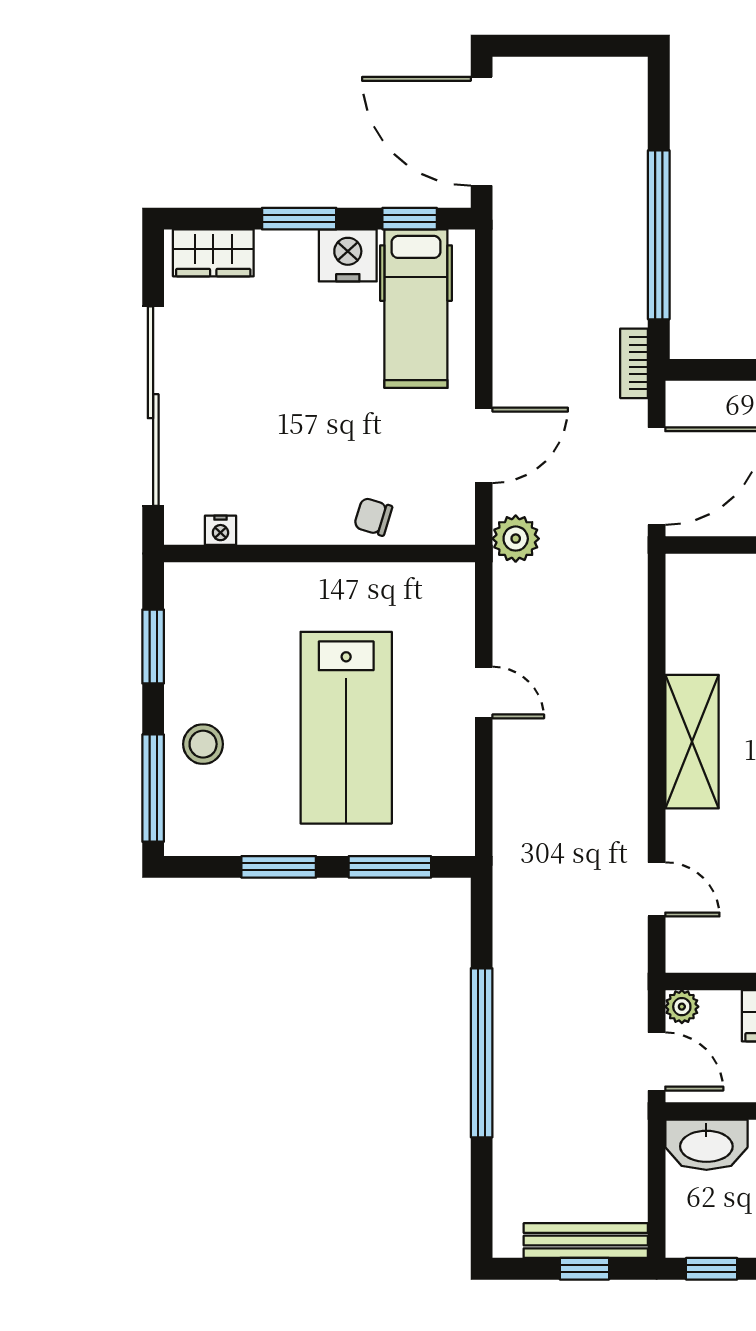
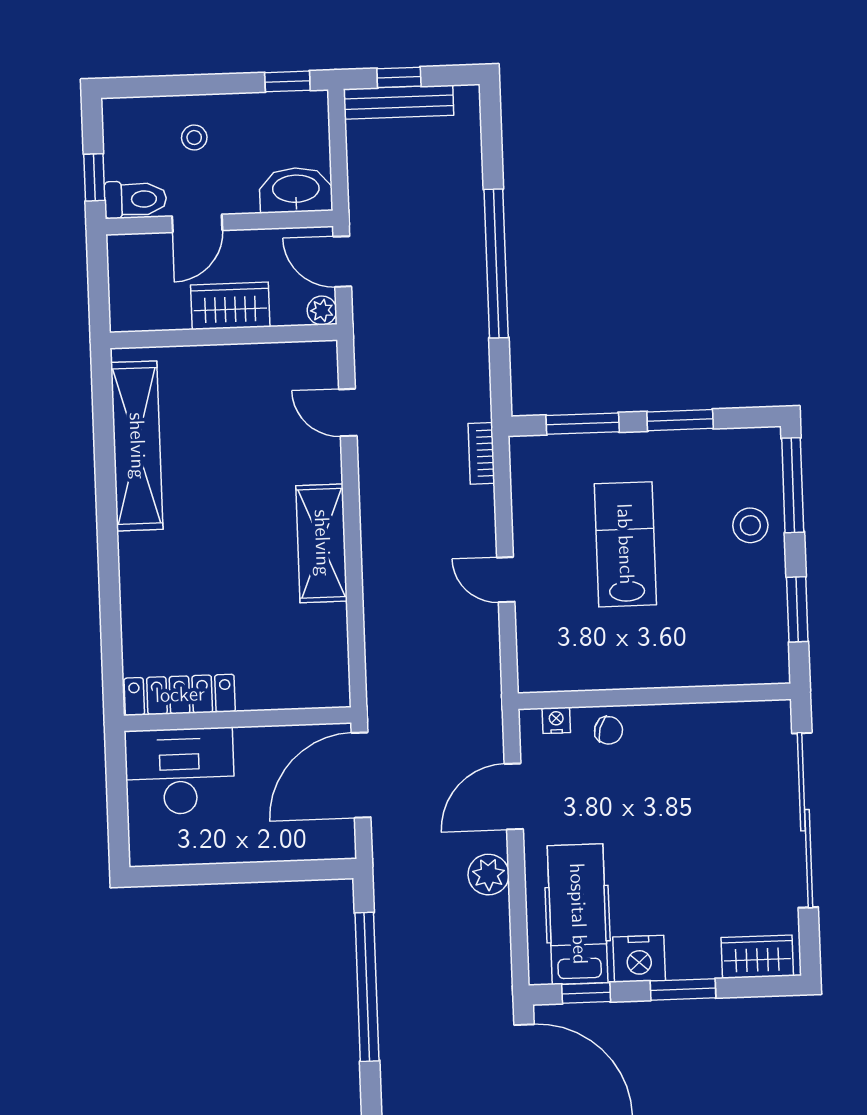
bookcase: (634, 363) -> (481, 453), moved, turned 180
nightstand: (220, 530) -> (556, 720), moved
plant: (516, 539) -> (489, 875), moved
lab bench: (346, 728) -> (625, 544), width x0.73, depth x0.72

